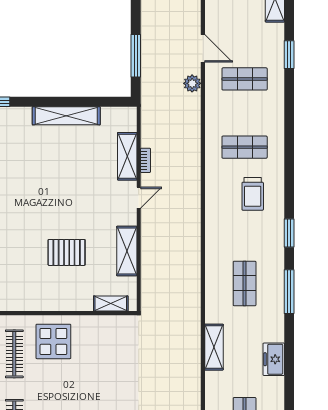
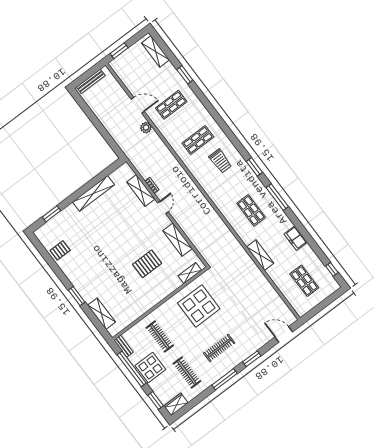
window: (136, 56) -> (106, 135), removed
display table: (53, 341) -> (199, 306), moved, width x1.36, depth x1.36

